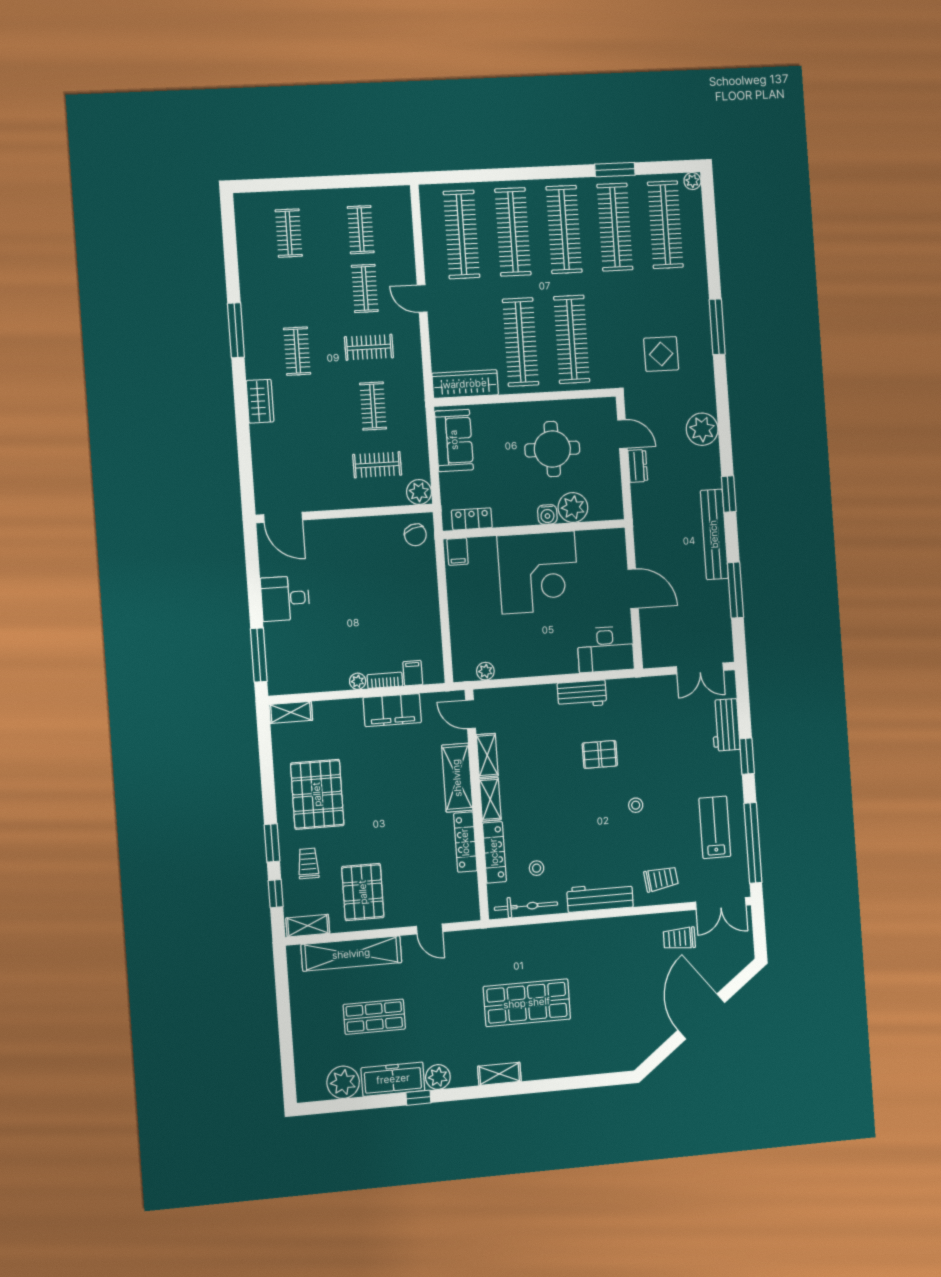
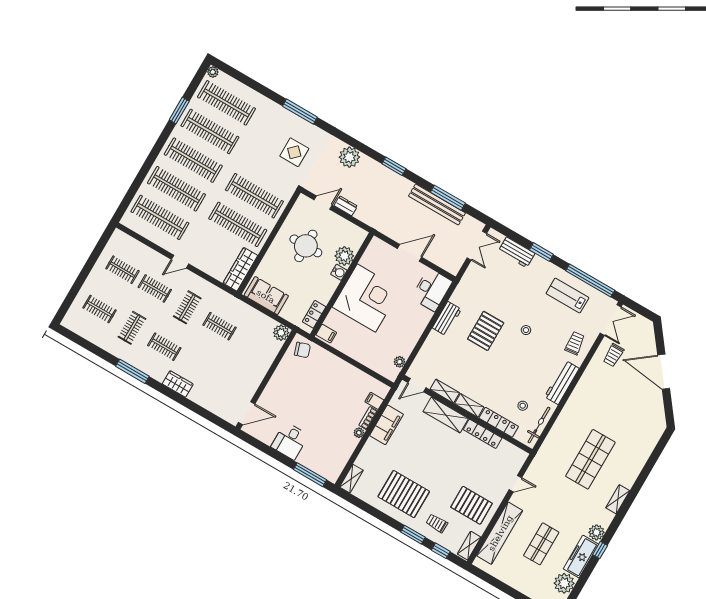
clothes rail: (377, 465) -> (132, 328), moved
bench: (714, 534) -> (437, 204), moved
pallet: (600, 754) -> (486, 331), width x1.50, depth x1.42

